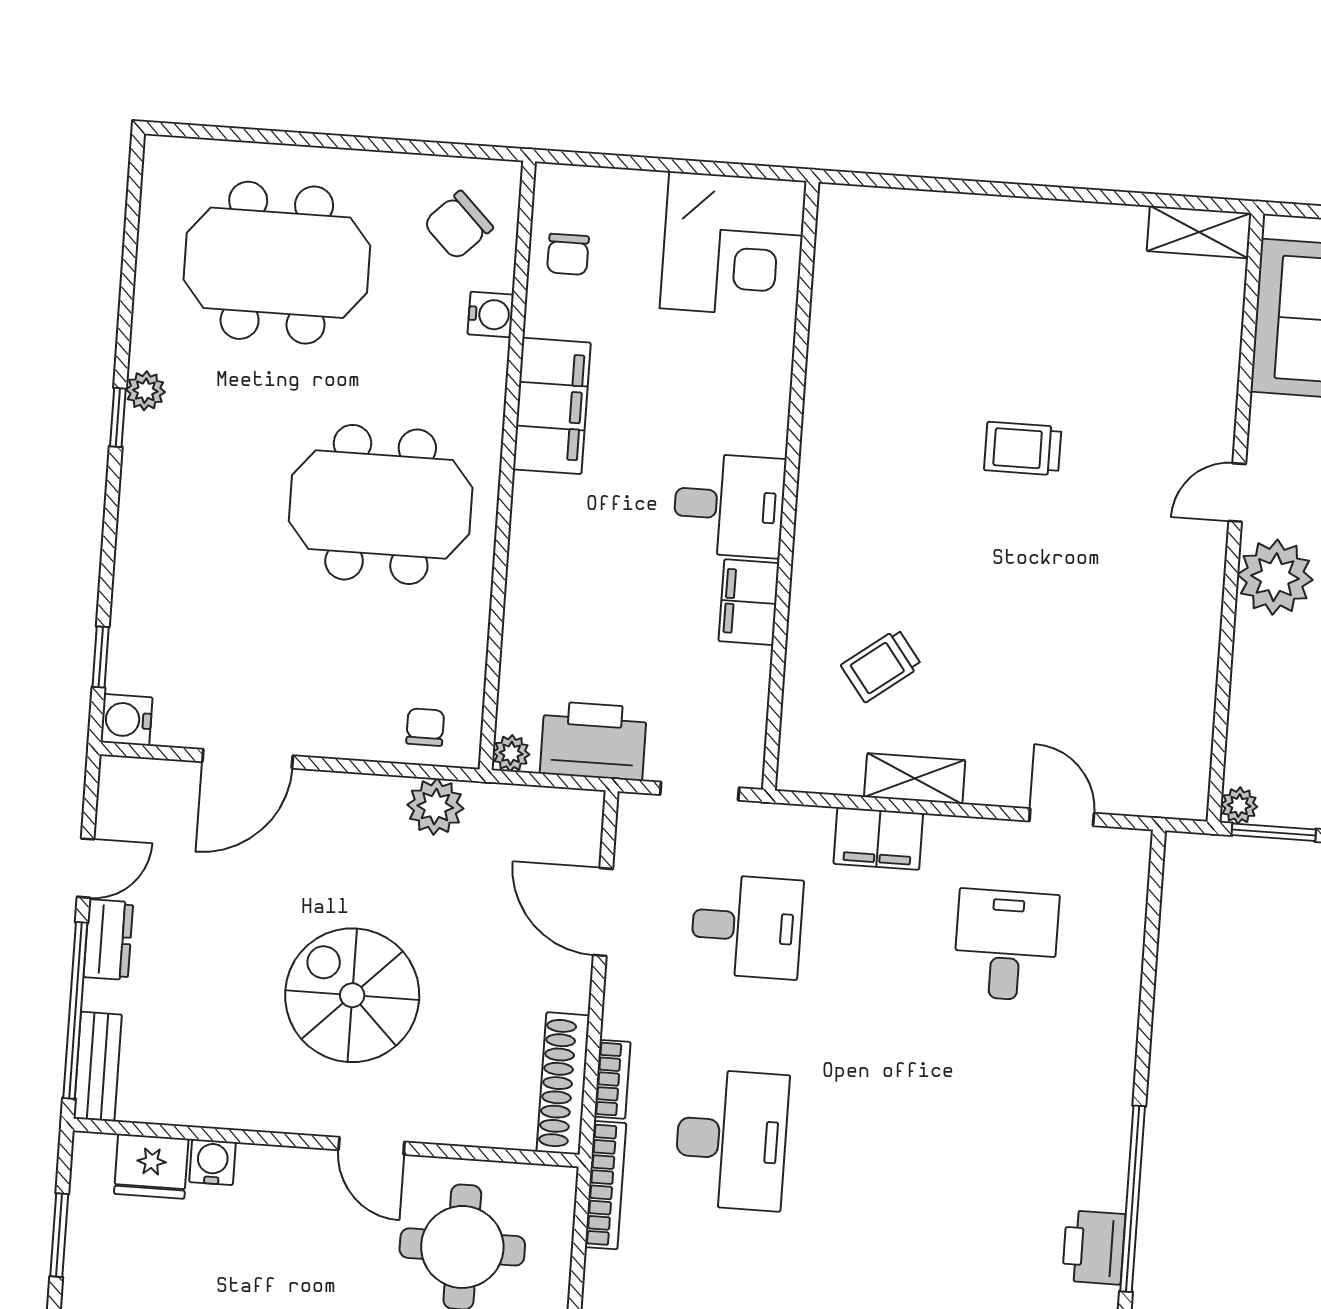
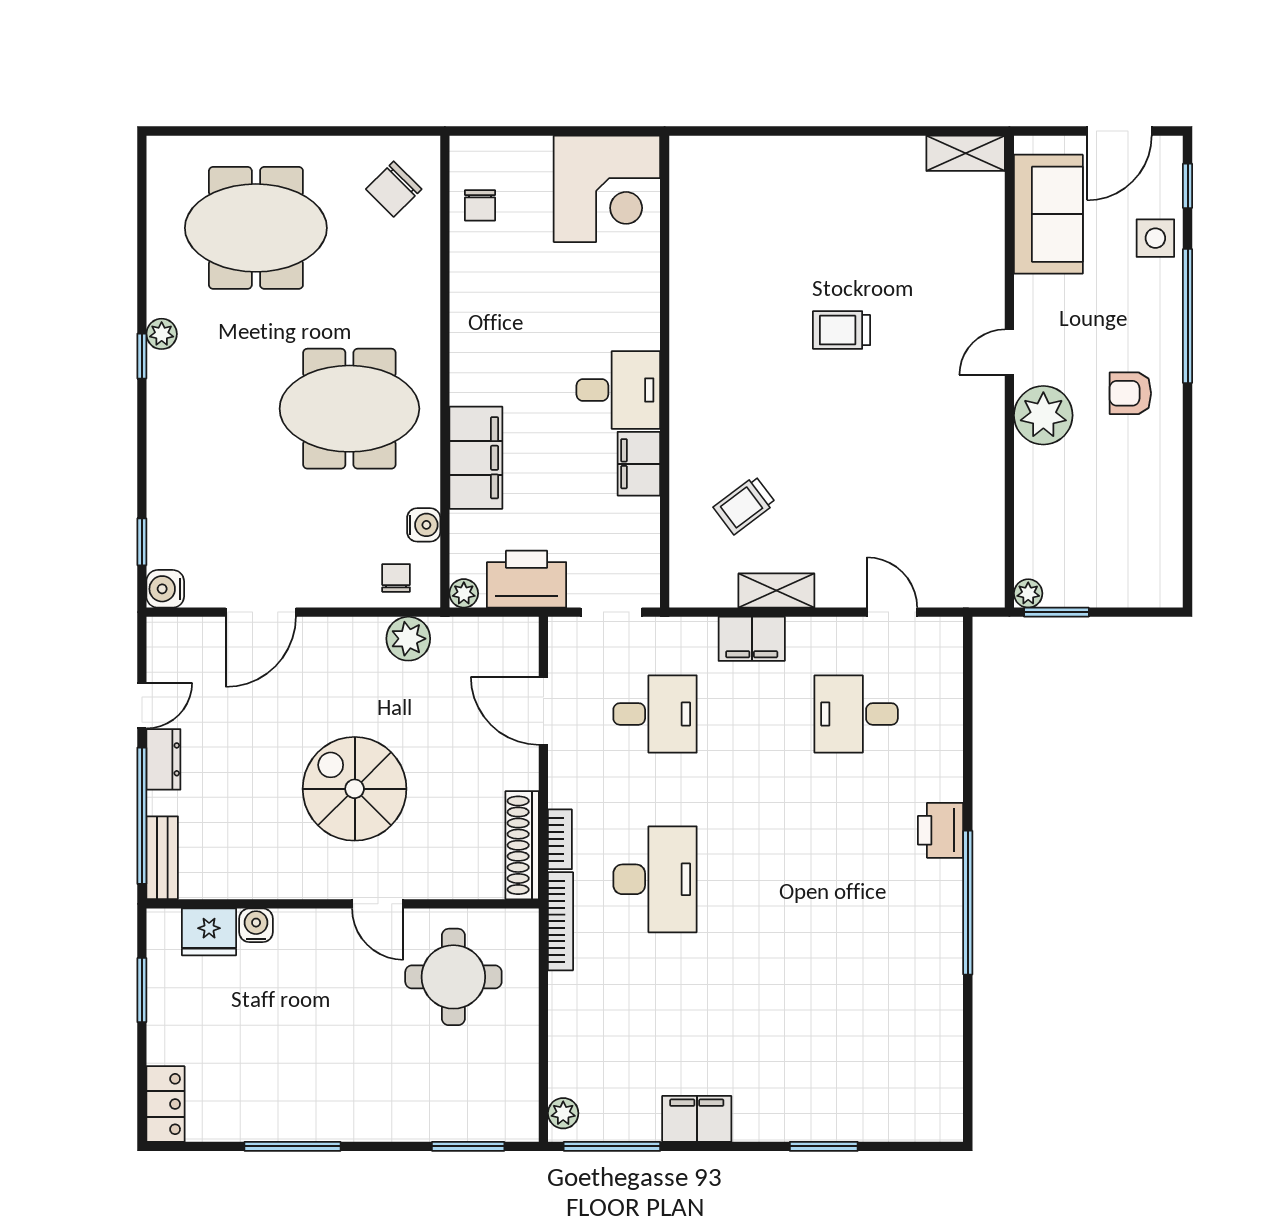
water cooler: (491, 314) -> (424, 525), moved
filing cabinet: (552, 406) -> (476, 458), moved
desk: (1006, 945) -> (856, 714), turned -90
printer: (1094, 1247) -> (941, 830), moved

